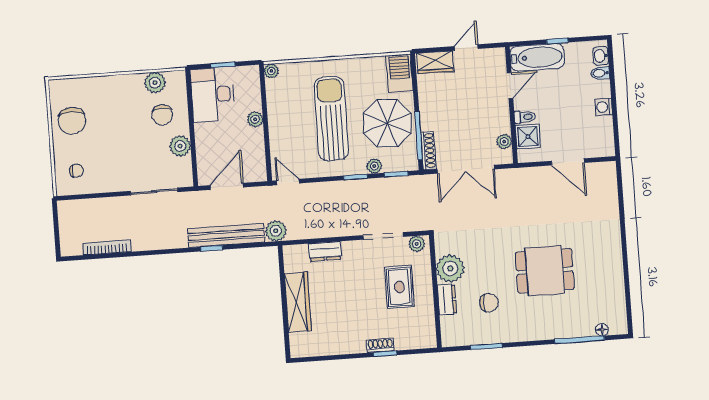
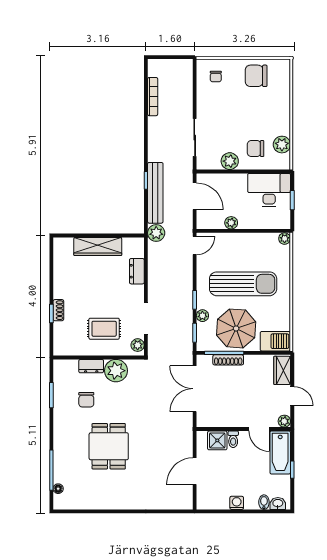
plant: (255, 119) -> (231, 223), moved
plant: (504, 142) -> (284, 421), moved
shoe rack: (428, 151) -> (228, 360), moved

